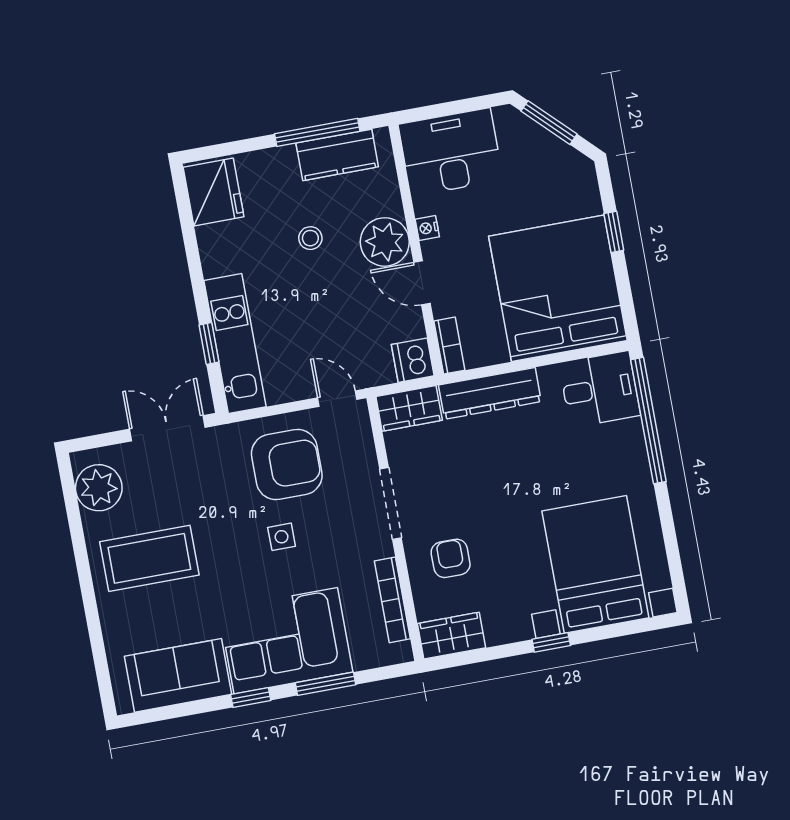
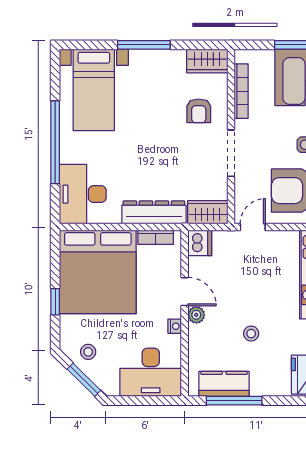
stool: (550, 166) -> (88, 352), added
plant: (385, 242) -> (196, 315), width x0.53, depth x0.53
bookcase: (449, 346) -> (156, 237), moved, turned -90
desk: (600, 389) -> (83, 194), width x1.37
door: (337, 399) -> (253, 227), swing flipped
window: (648, 421) -> (55, 142), moved
bed with nightstands: (595, 564) -> (94, 90), width x0.73
window: (551, 642) -> (144, 45), width x2.17

